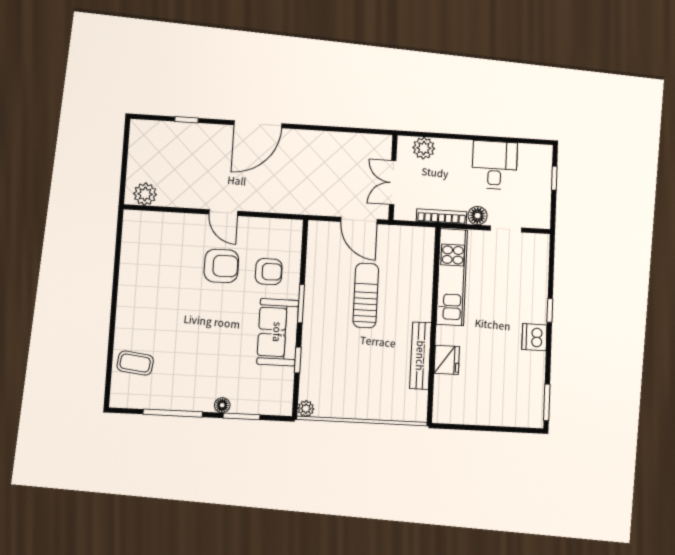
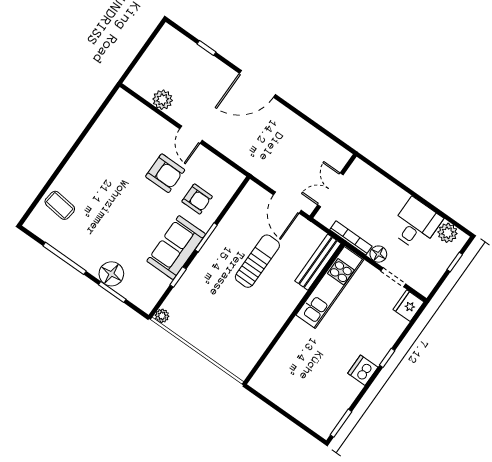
plant: (424, 148) -> (448, 233), moved
plant: (145, 194) -> (163, 100), moved
bench: (421, 356) -> (318, 262), moved
fridge: (447, 360) -> (408, 306), moved, turned 180
floor lamp: (222, 405) -> (111, 274), width x1.89, depth x1.89

